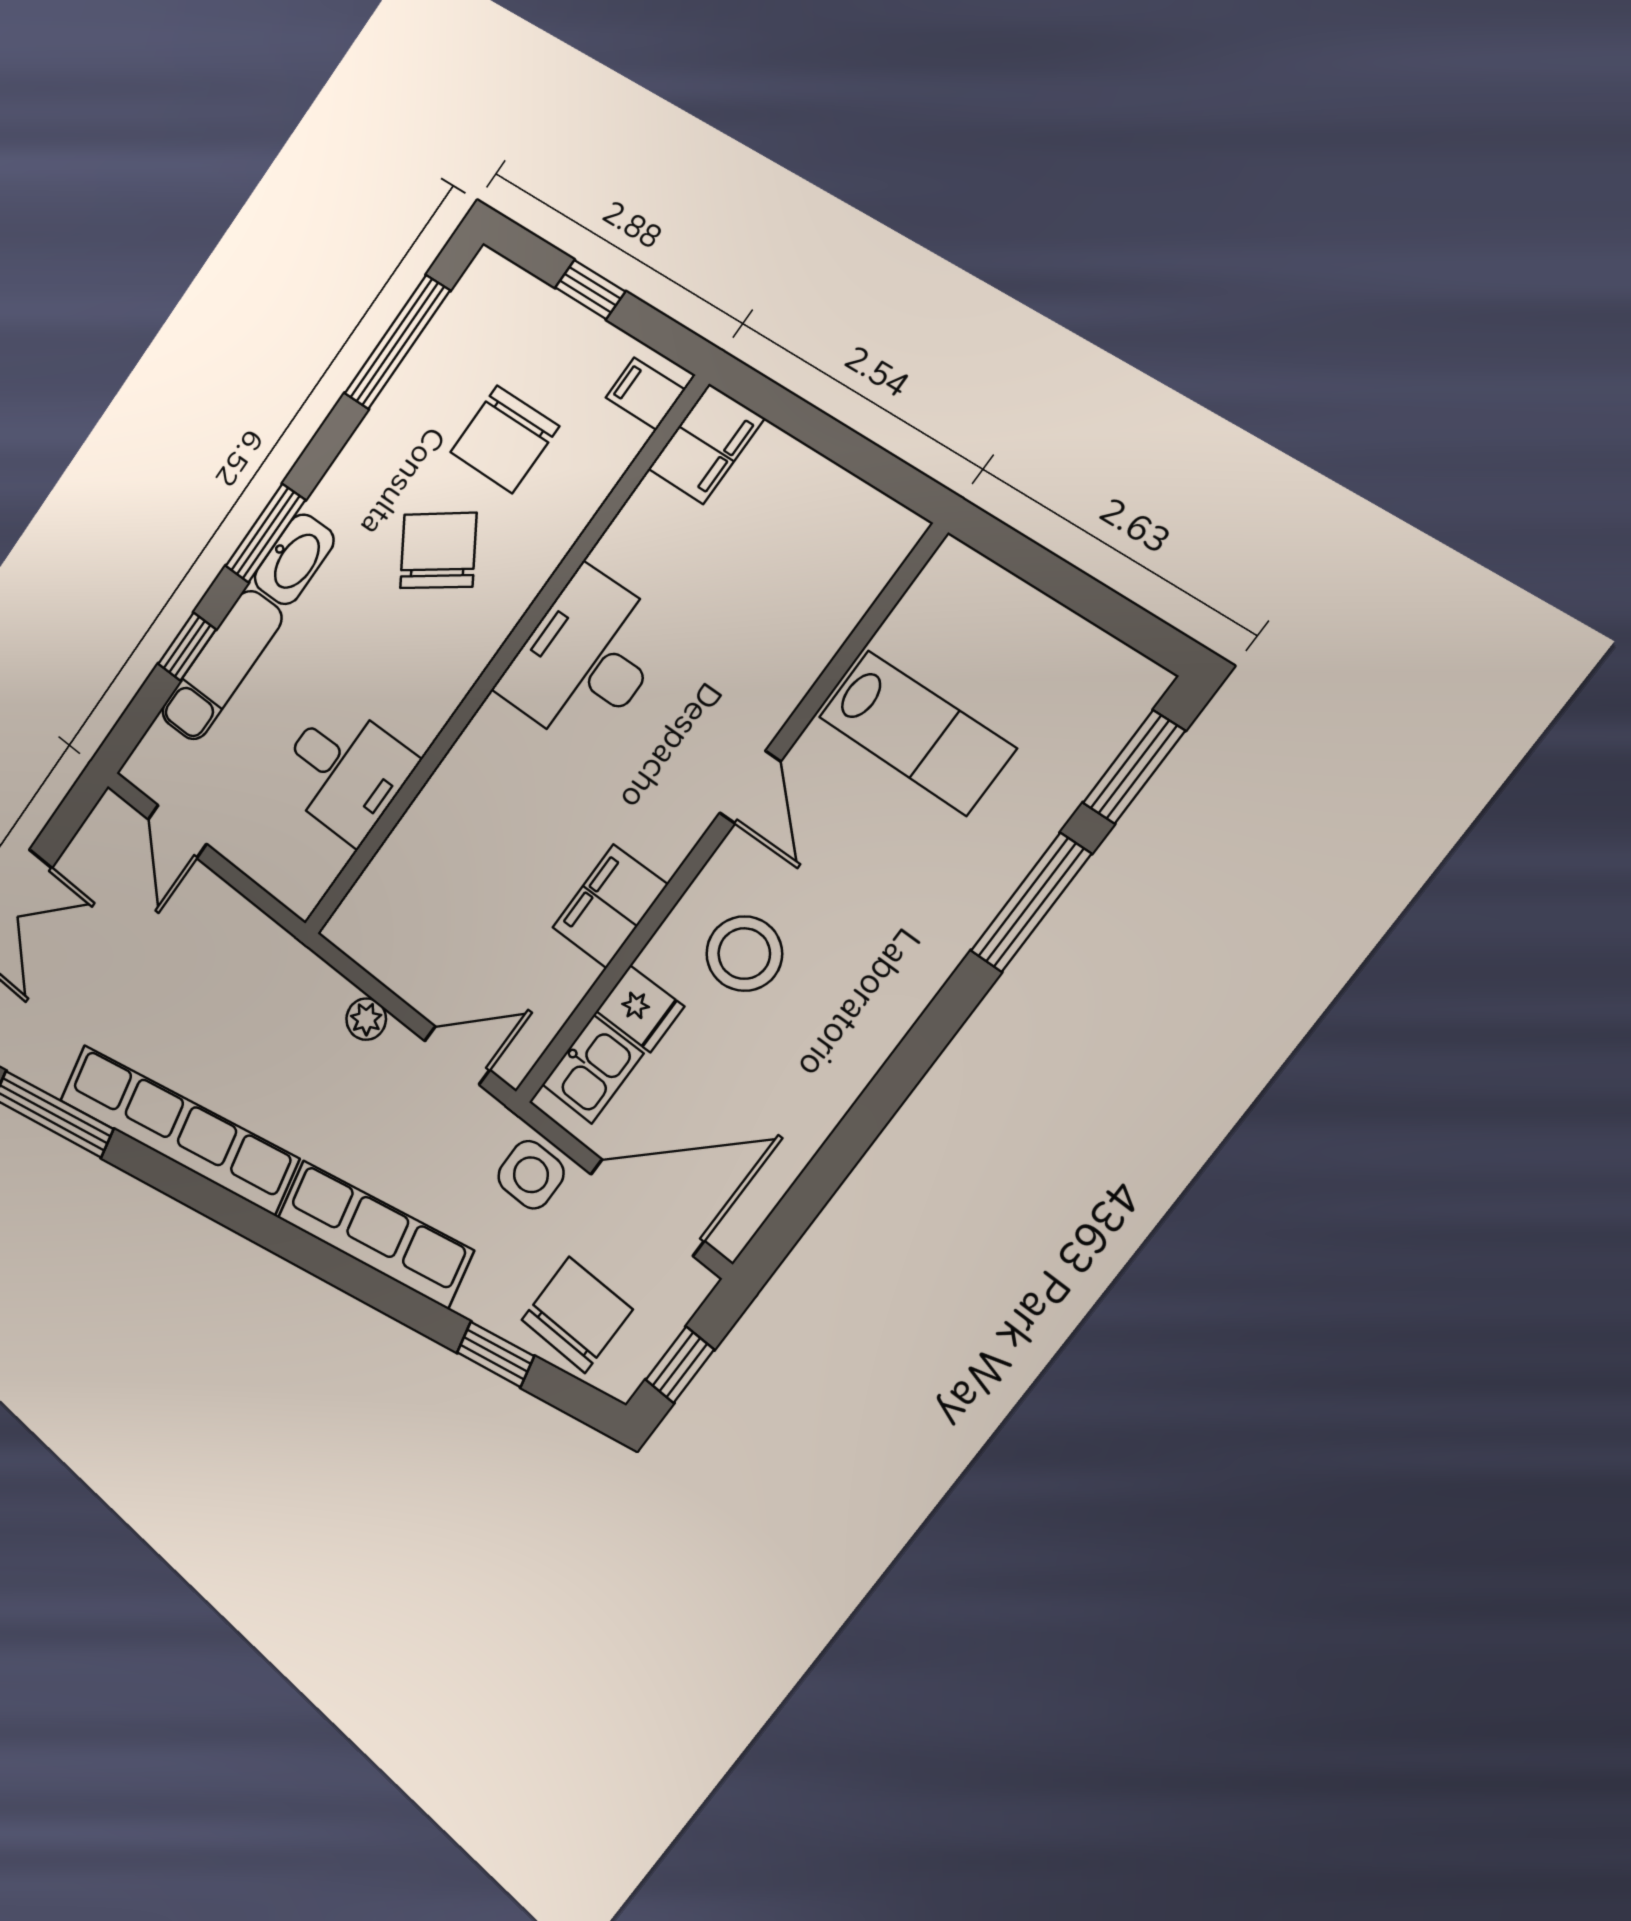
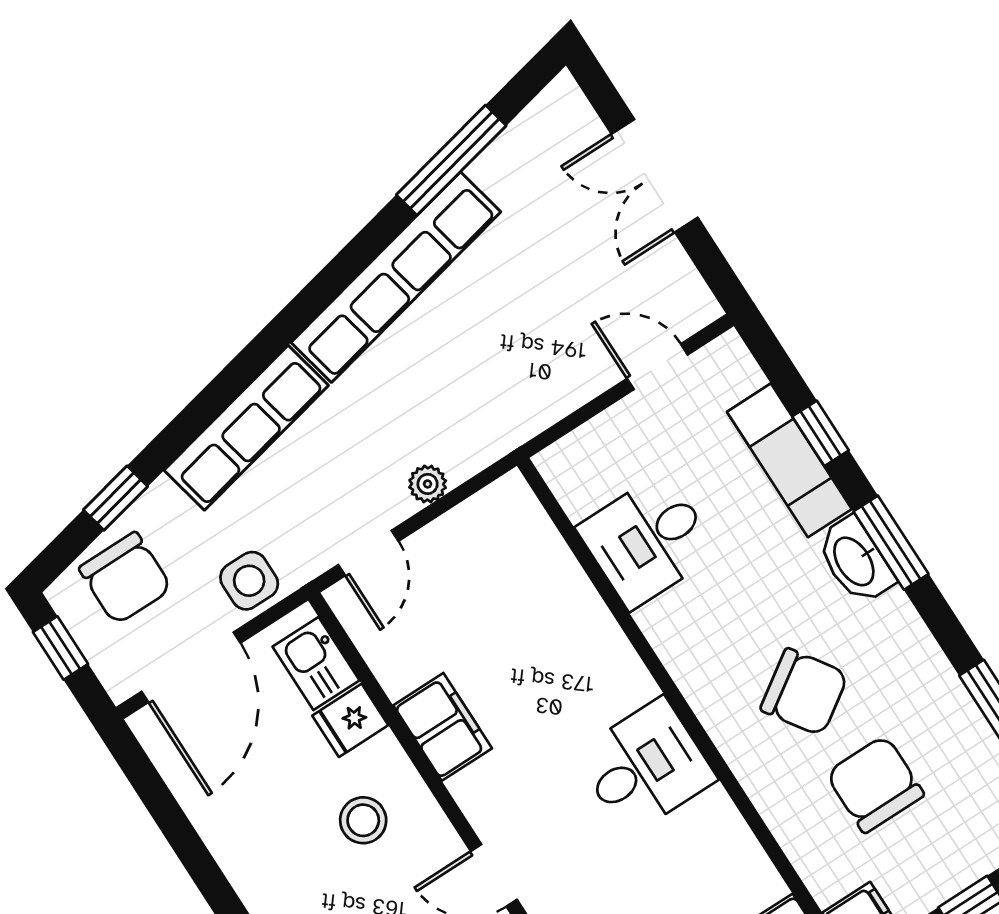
desk: (585, 659) -> (645, 767), width x0.73
stool: (744, 954) -> (363, 820), width x0.73, depth x0.73

